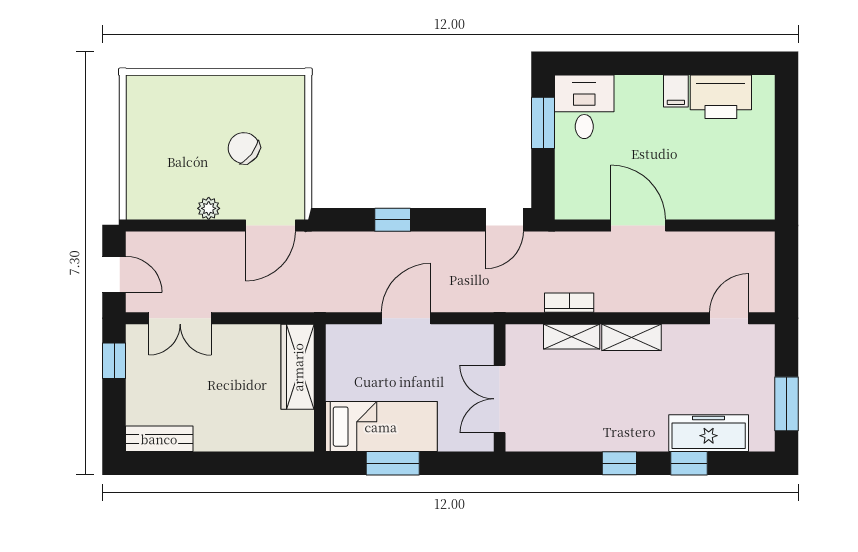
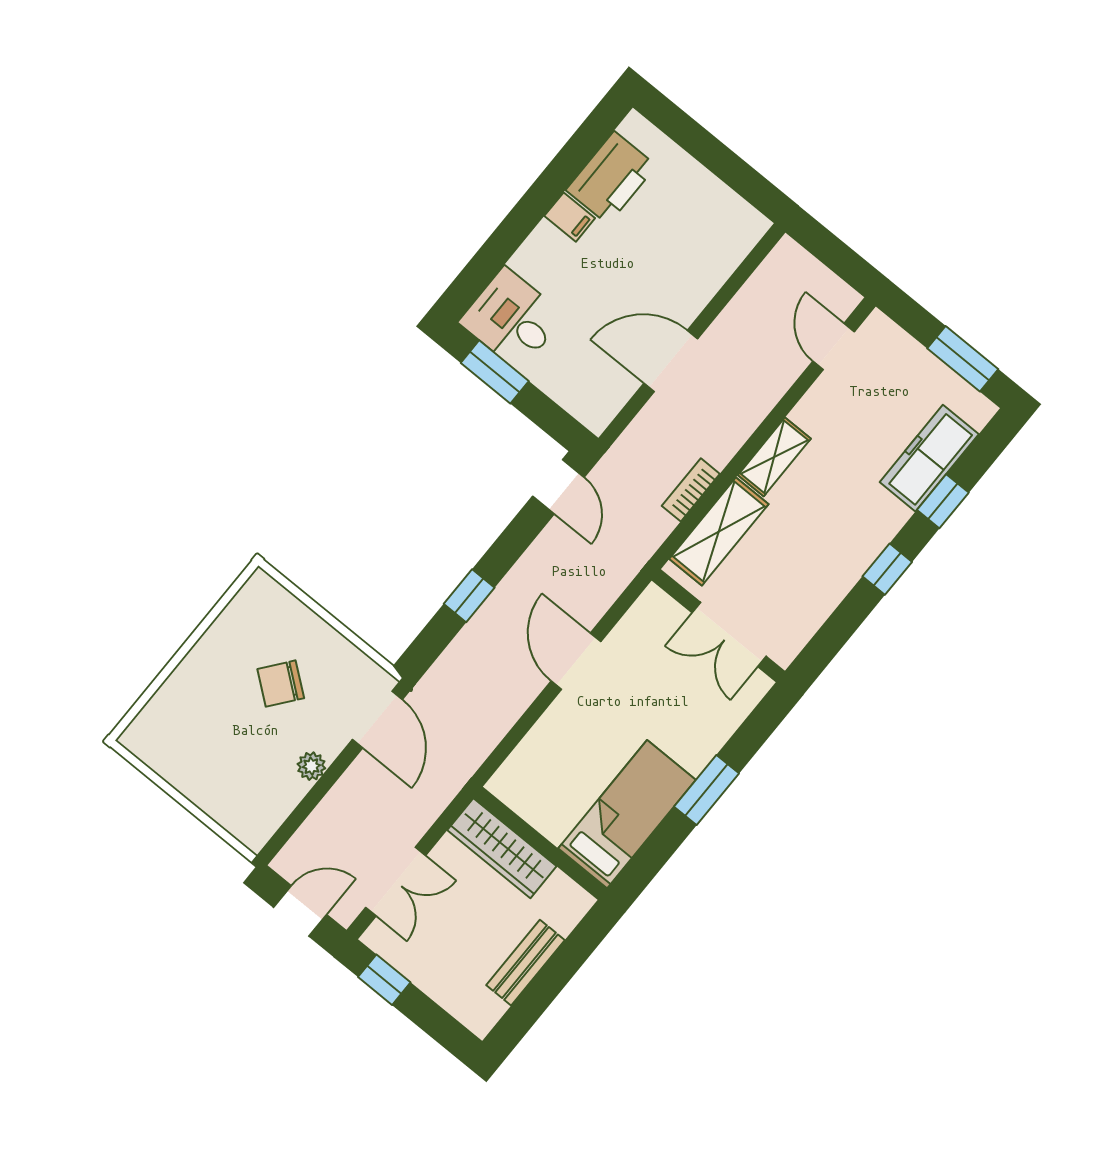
shelving: (572, 337) -> (719, 532), width x1.50, depth x1.33
wardrobe: (298, 367) -> (502, 848), moved
wall: (320, 388) -> (540, 843), moved
bed: (381, 427) -> (627, 814), moved
bench: (159, 439) -> (525, 963), moved

